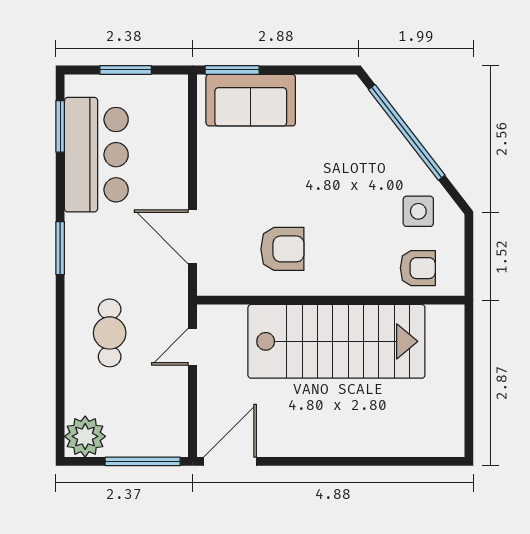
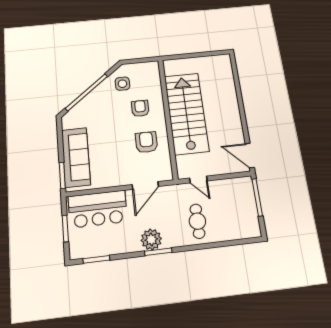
sofa: (251, 100) -> (76, 157), width x1.36
bar counter: (96, 155) -> (98, 209), moved, turned 180
armchair: (418, 268) -> (140, 108), moved
cafe table: (110, 333) -> (197, 221), turned 90
plant: (85, 436) -> (151, 239), moved

